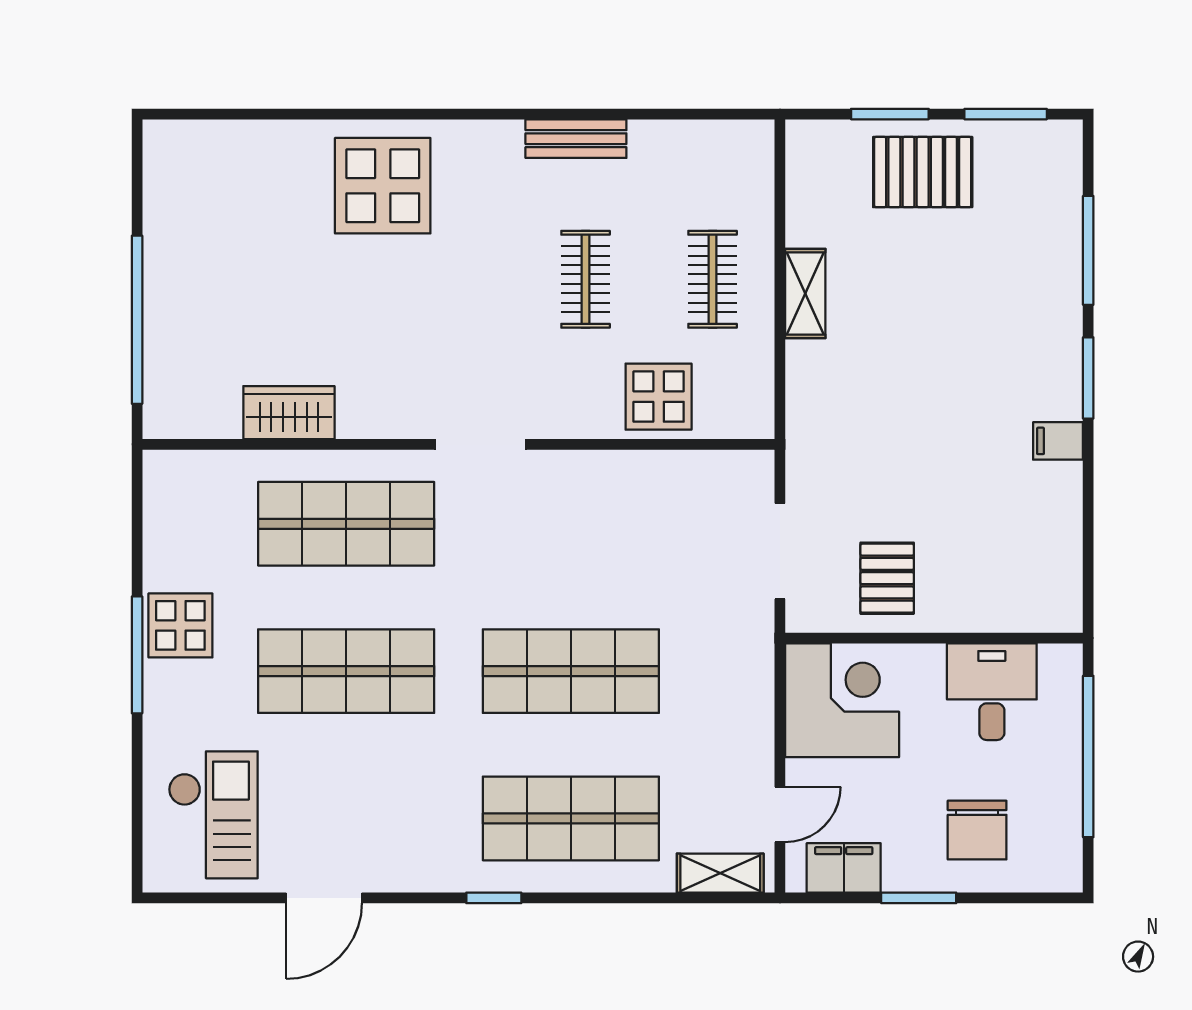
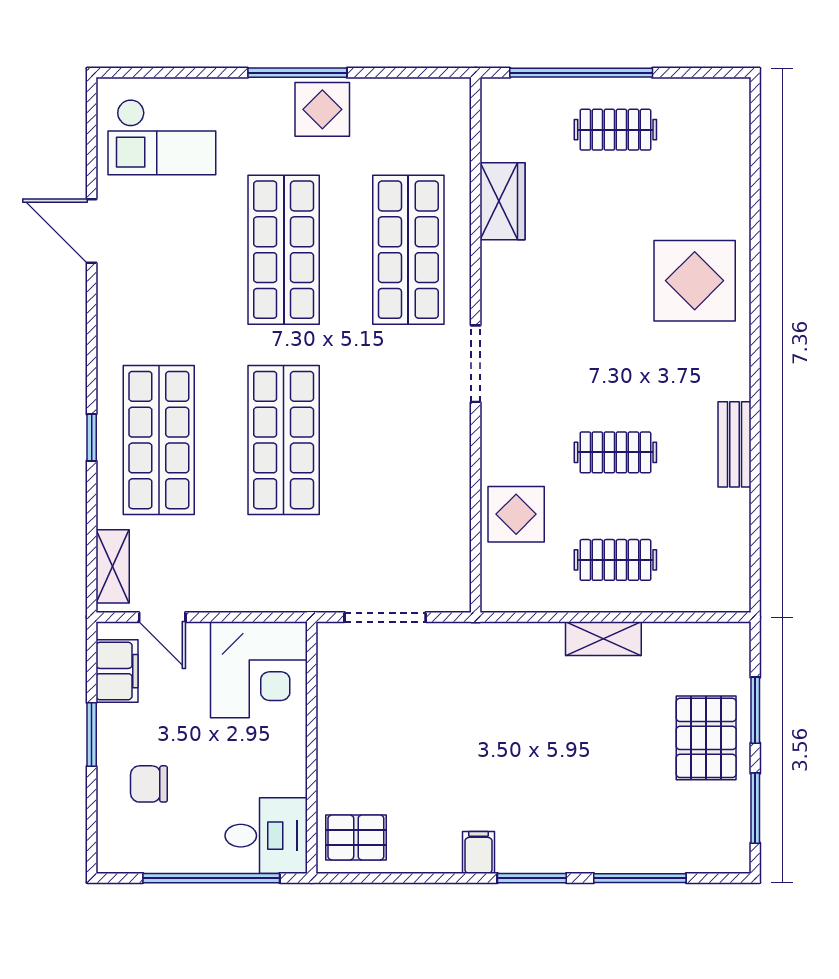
clothes rail: (204, 279) -> (615, 130), added
pallet: (887, 578) -> (356, 837), moved
desk: (992, 692) -> (266, 836), moved
chair: (977, 830) -> (149, 784), width x0.73, depth x0.73
window: (494, 898) -> (92, 437), moved

